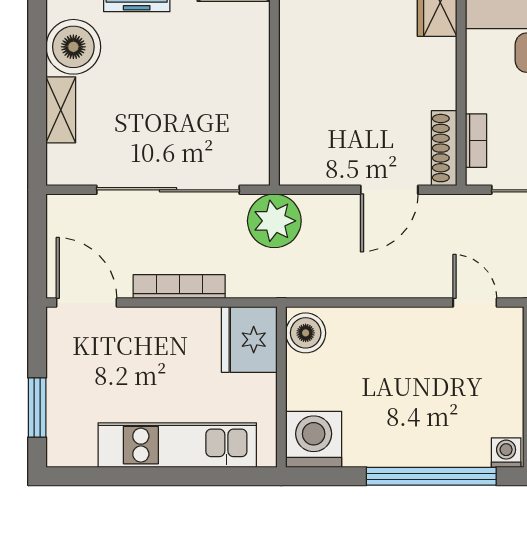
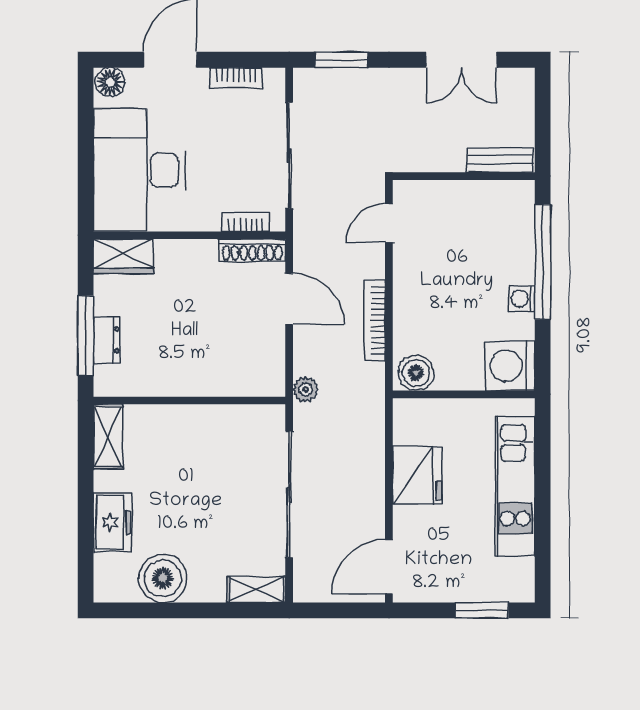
shelving: (61, 110) -> (256, 589), moved
plant: (274, 221) -> (306, 389), width x0.53, depth x0.53
bookcase: (179, 287) -> (375, 321), moved
fridge: (249, 340) -> (417, 475), moved, turned -90
washing machine: (506, 453) -> (522, 299), moved

